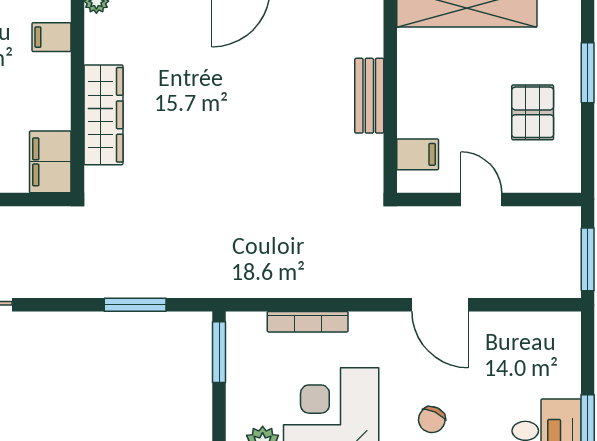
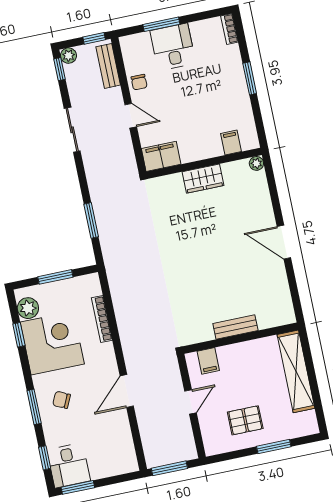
wardrobe: (103, 115) -> (203, 179), width x0.67
window: (219, 352) -> (55, 277), moved

